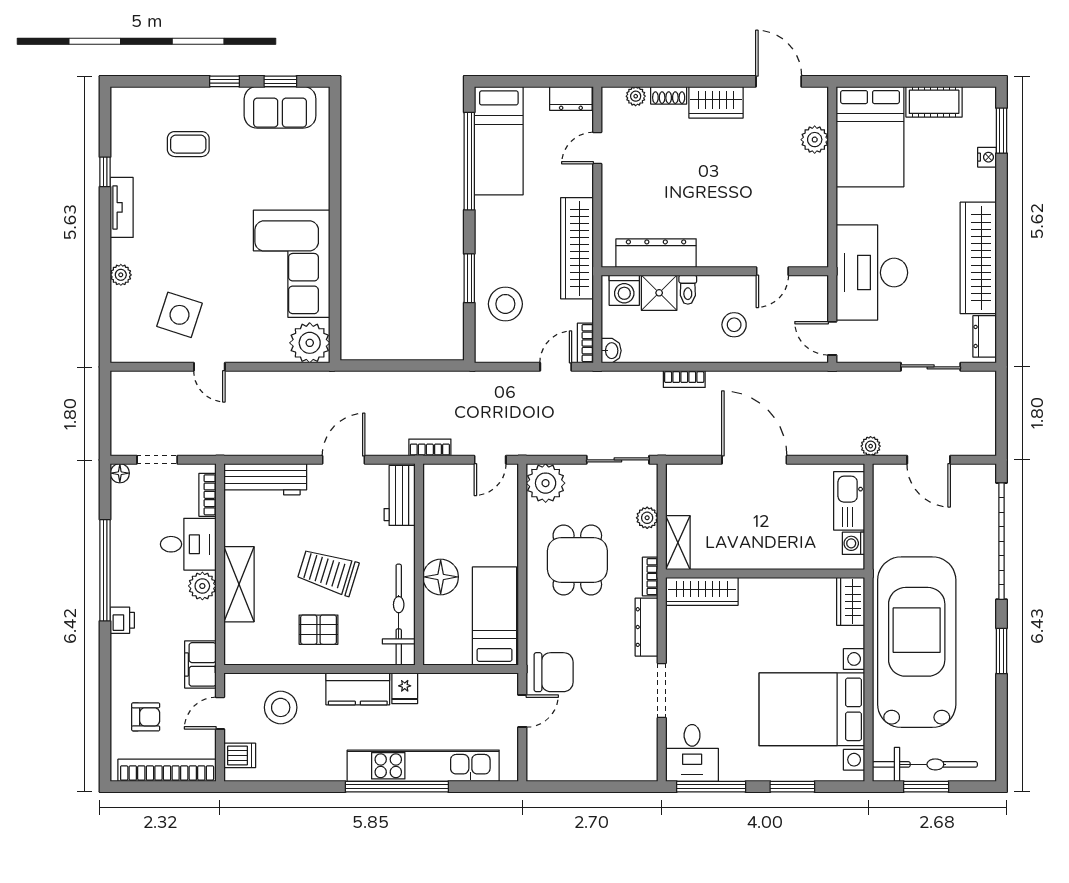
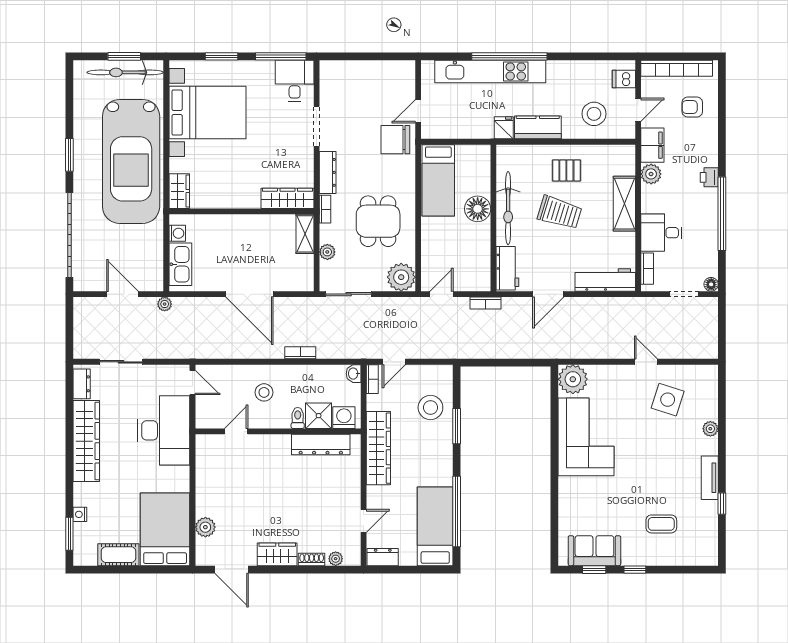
plant: (202, 586) -> (651, 174), moved
bicycle: (399, 615) -> (508, 208), moved

